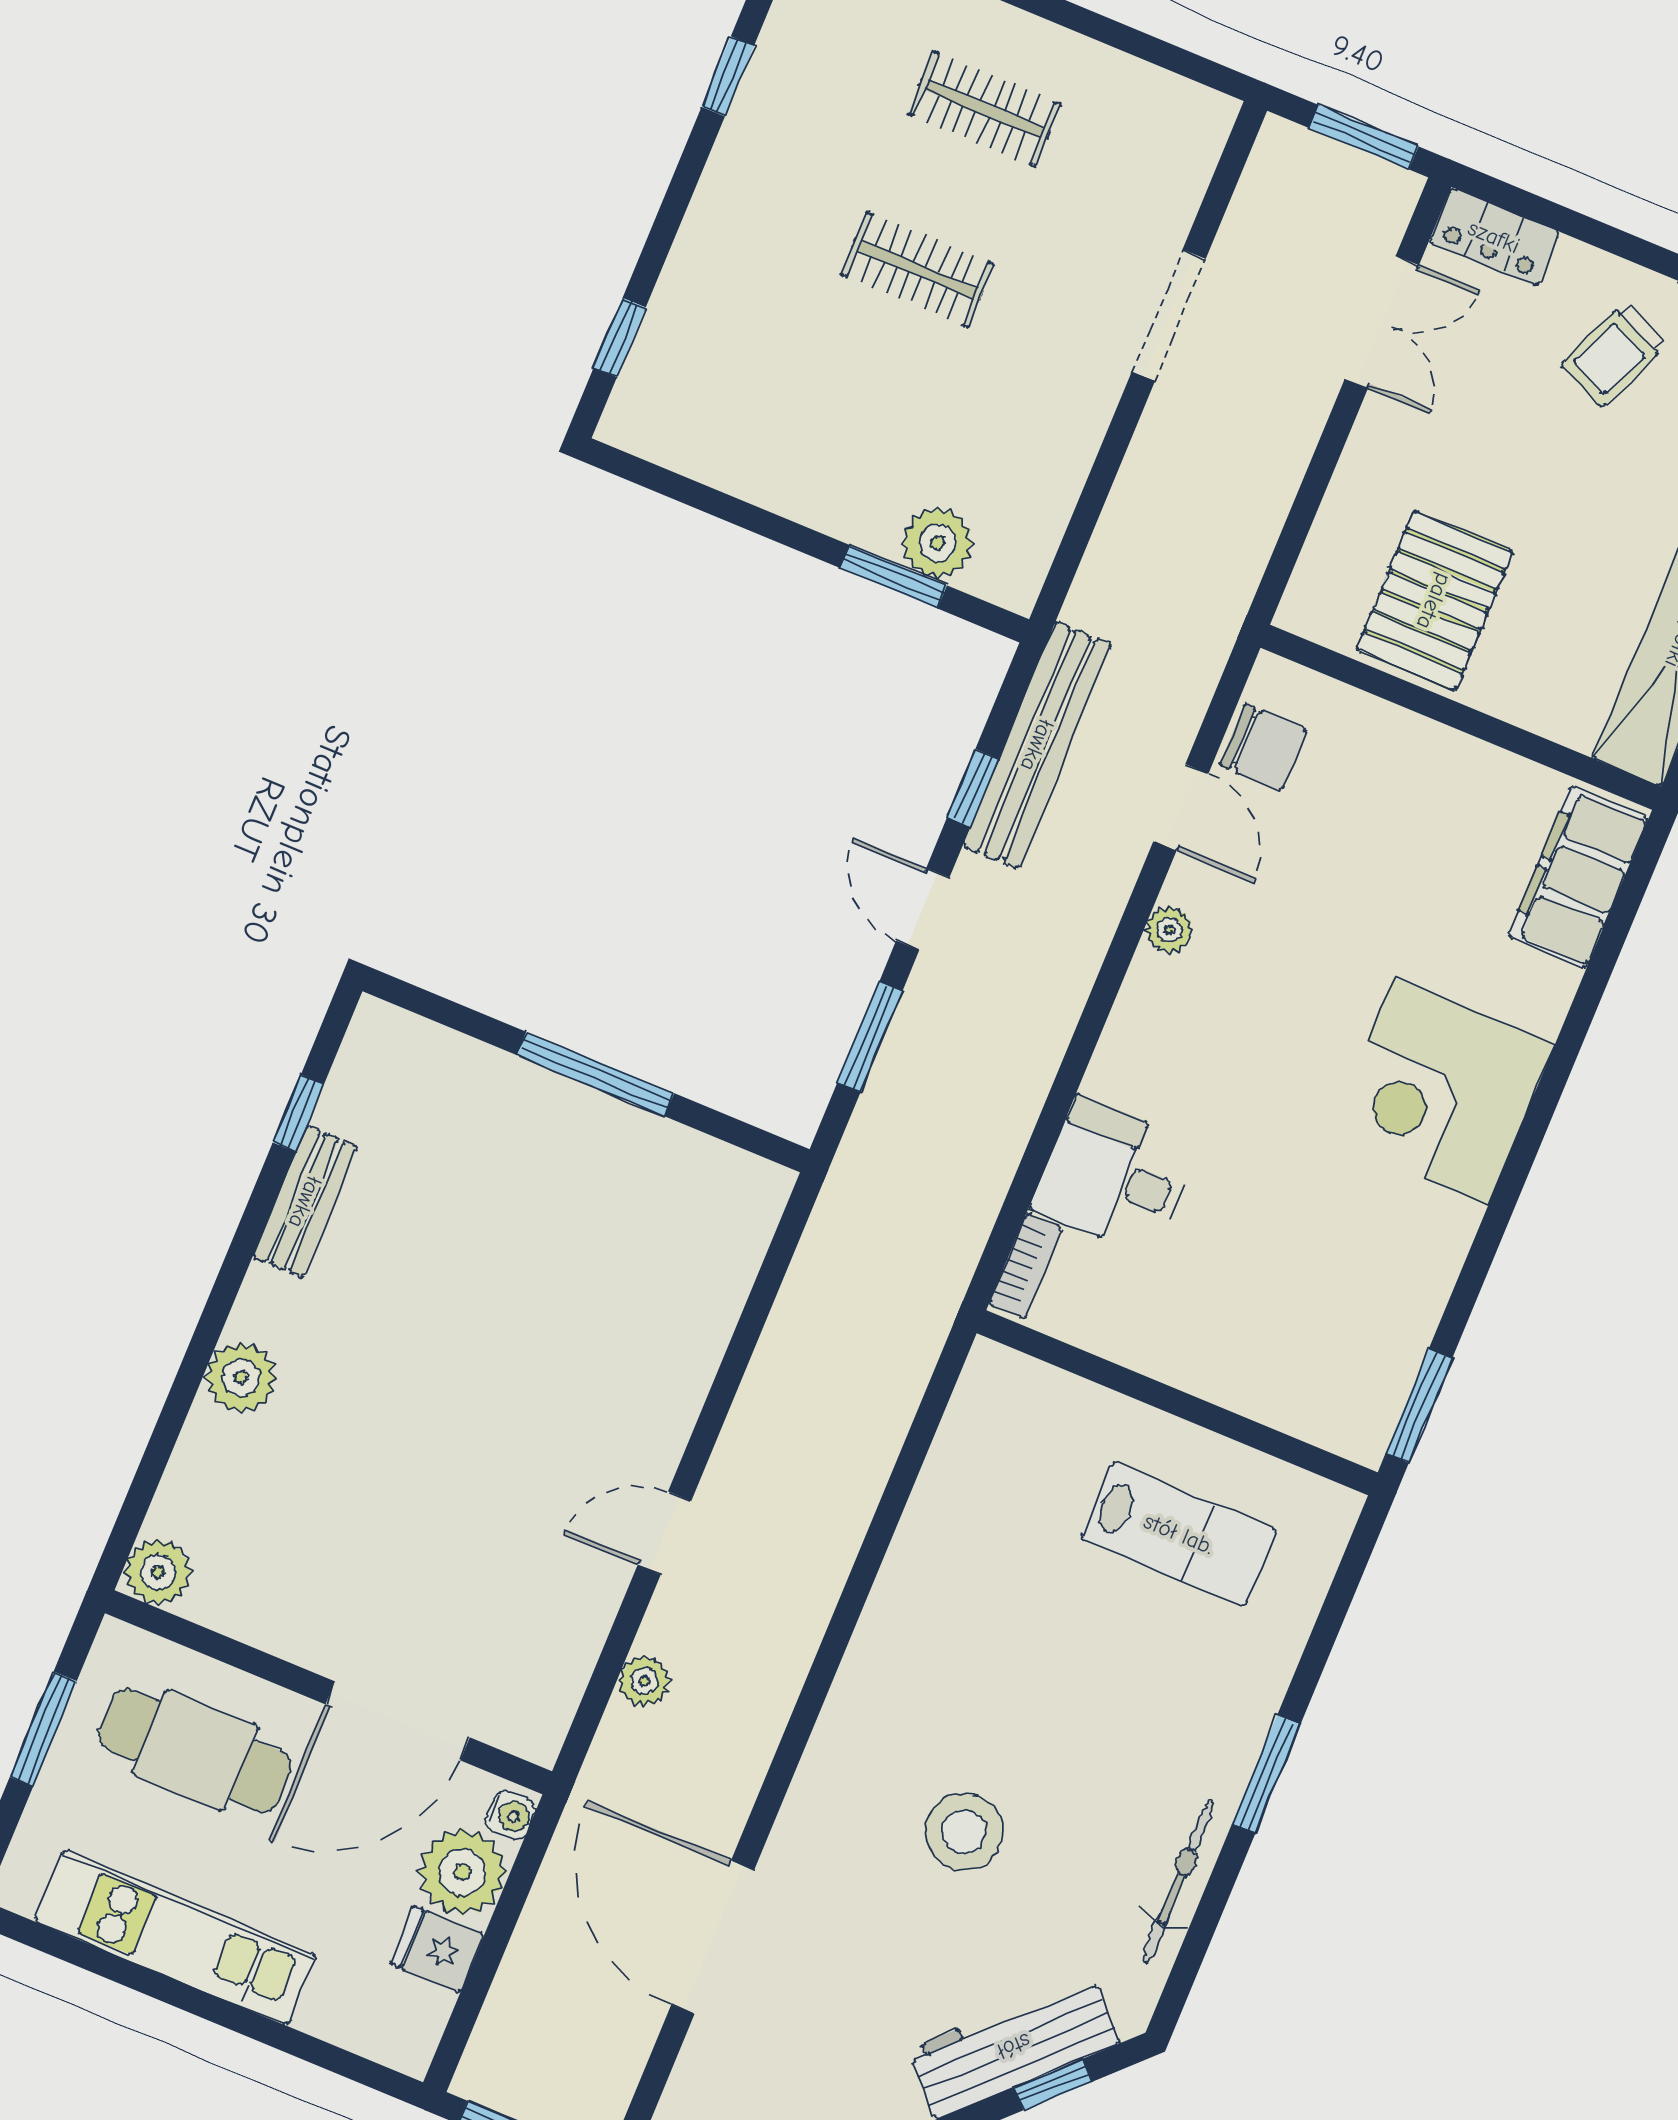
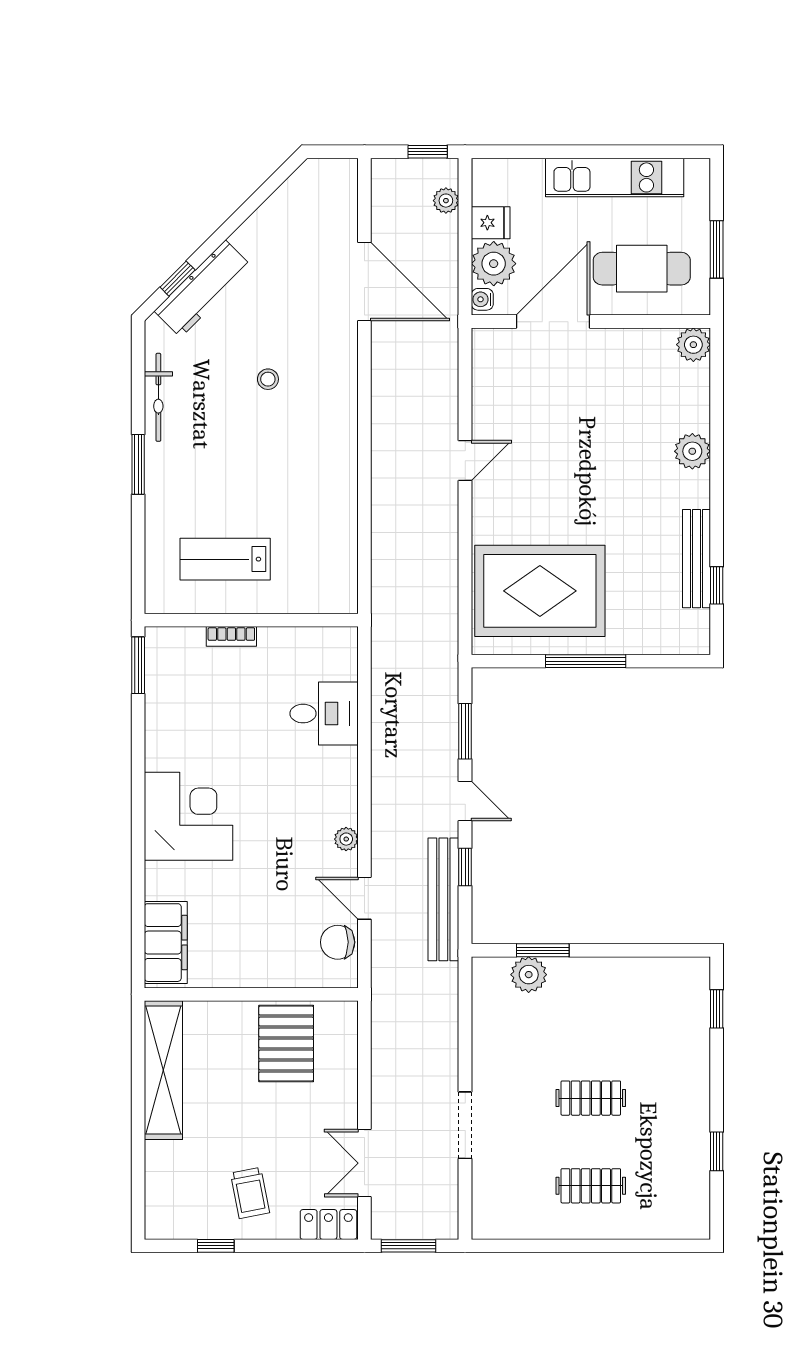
trolley: (1614, 354) -> (250, 1193), turned 145
bench: (305, 1202) -> (696, 559), width x1.36
rug: (626, 1237) -> (540, 591), added
bookcase: (1026, 1266) -> (231, 636), moved, turned -90
plant: (644, 1681) -> (446, 201), moved
stool: (964, 1832) -> (268, 379), width x0.53, depth x0.53

